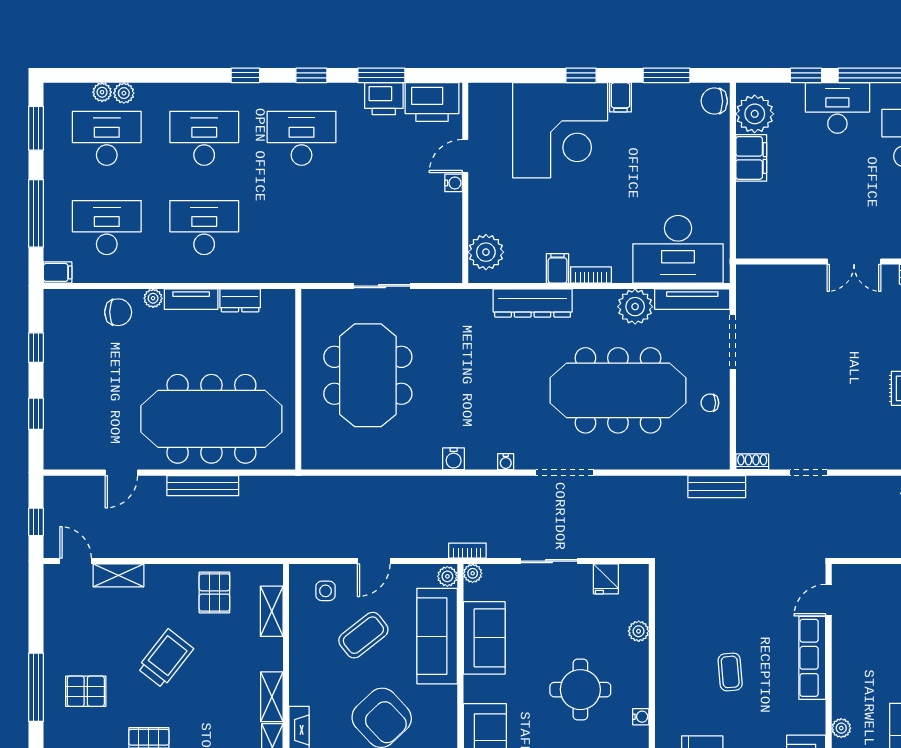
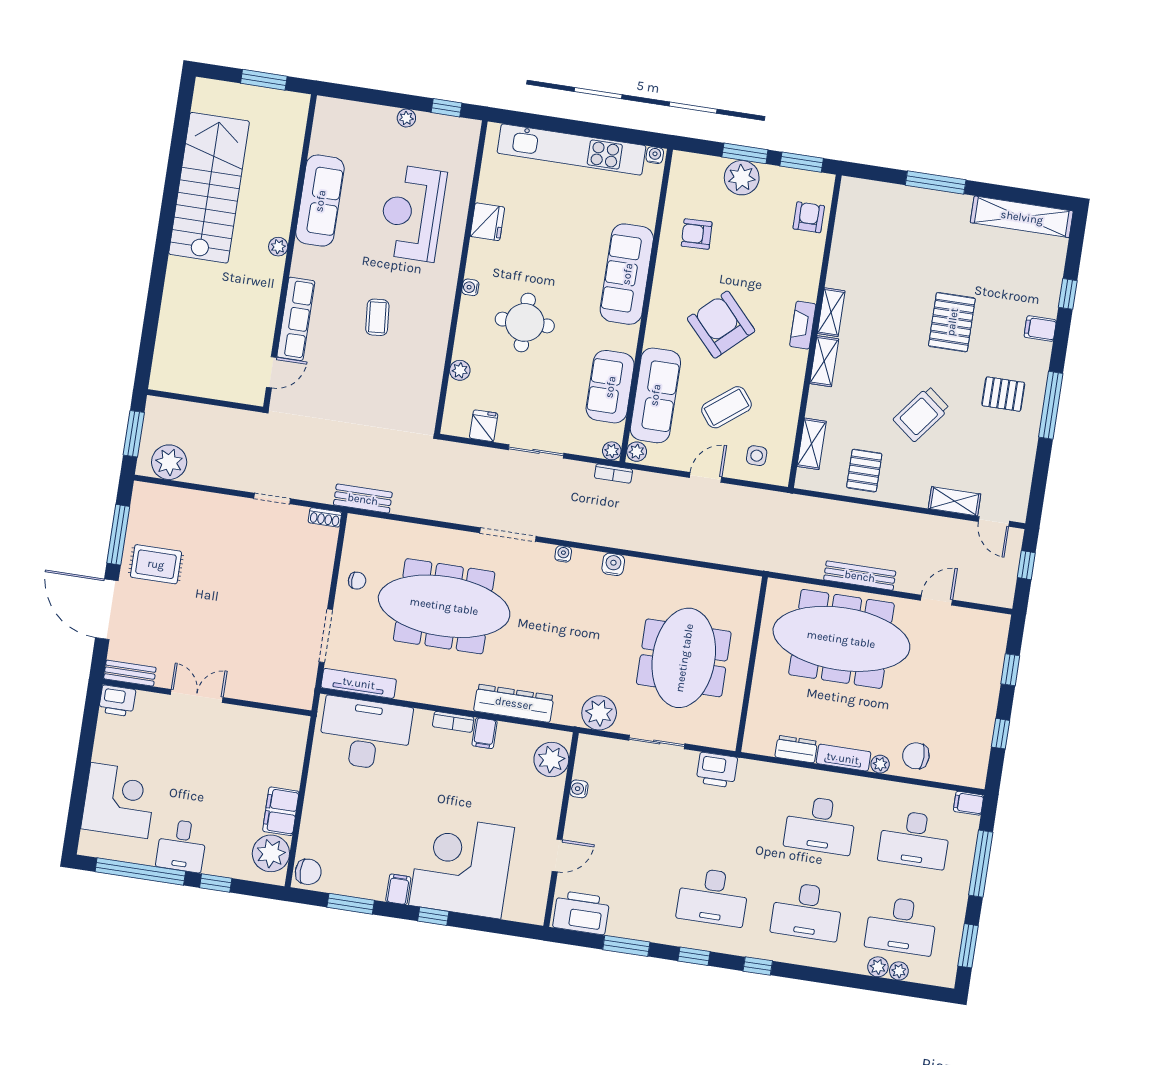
printer: (384, 99) -> (717, 770), moved, turned 180
desk: (837, 108) -> (182, 846), width x0.73
water cooler: (454, 183) -> (579, 789), moved
plant: (635, 307) -> (599, 713), moved

